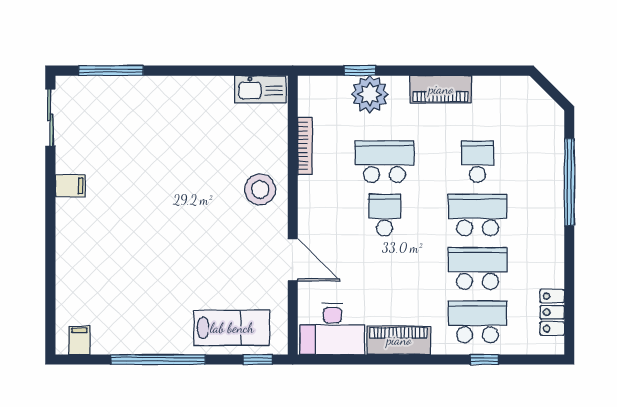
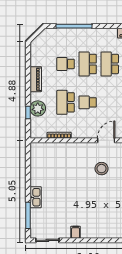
kitchen sink: (260, 89) -> (36, 197), moved
stool: (260, 189) -> (102, 169), moved

